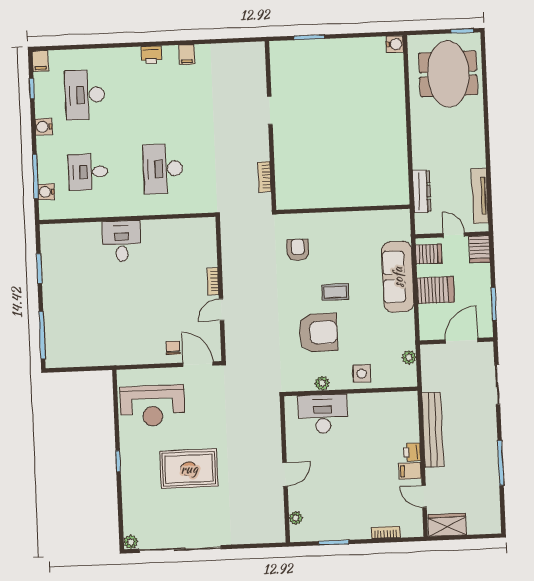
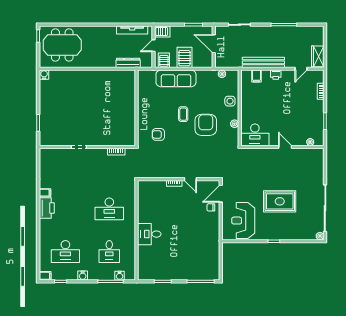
printer: (151, 55) -> (47, 208), width x1.87, depth x1.48
reception desk: (152, 406) -> (243, 221), turned 180
desk: (323, 414) -> (255, 135), moved, turned -90
rug: (189, 469) -> (280, 201), turned 90
filing cabinet: (410, 471) -> (256, 76), moved

